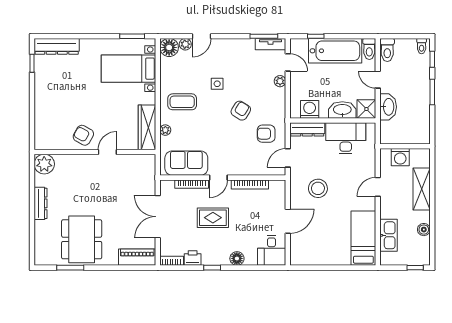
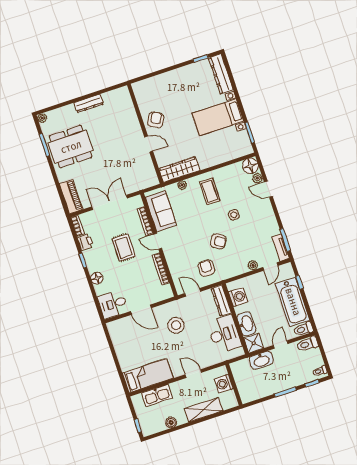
bed with nightstands: (128, 69) -> (218, 117), moved, turned -90
plant: (44, 164) -> (42, 118), moved, width x0.53, depth x0.53

